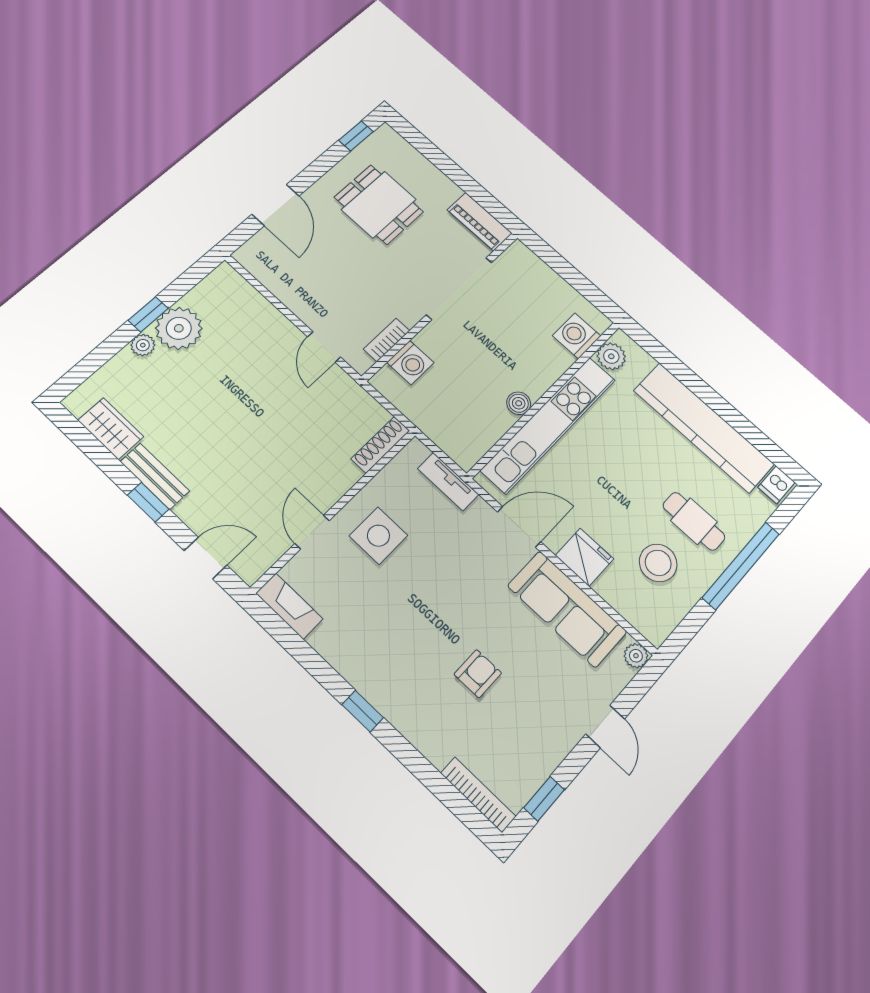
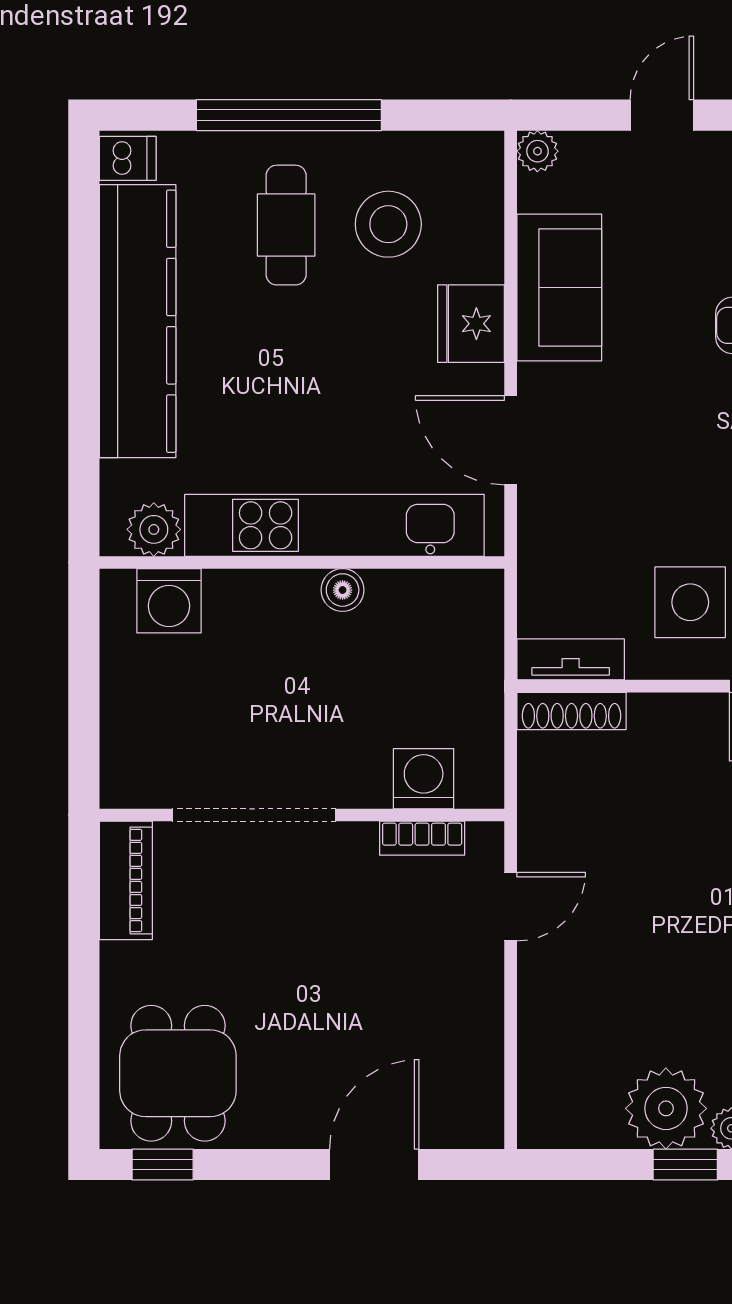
dining table: (379, 205) -> (178, 1073), moved
tv unit: (448, 482) -> (571, 659), moved, turned -90
sofa: (567, 609) -> (559, 287), width x0.73

